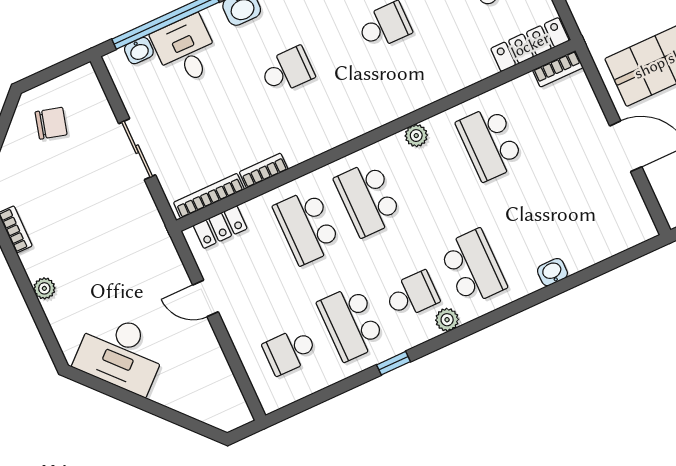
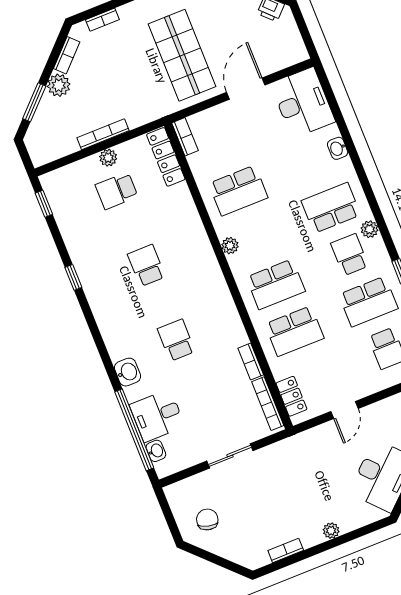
desk: (611, 223) -> (303, 103), added

